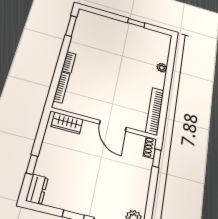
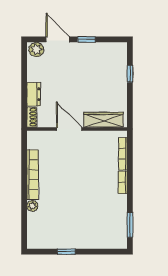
bookcase: (155, 111) -> (33, 175), moved
wardrobe: (67, 123) -> (103, 120), width x1.50
window: (157, 158) -> (24, 109), removed
dresser: (37, 189) -> (34, 94), moved, turned 180

